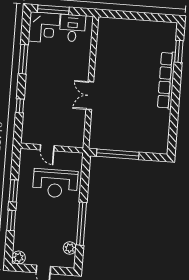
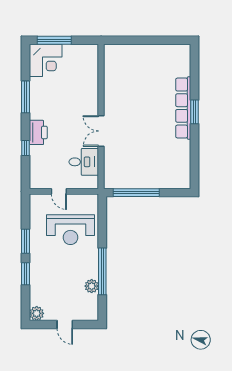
desk: (72, 28) -> (84, 162), moved, turned 90
window: (179, 51) -> (194, 112), moved
printer: (32, 93) -> (38, 132), added
plant: (70, 248) -> (92, 286), moved

